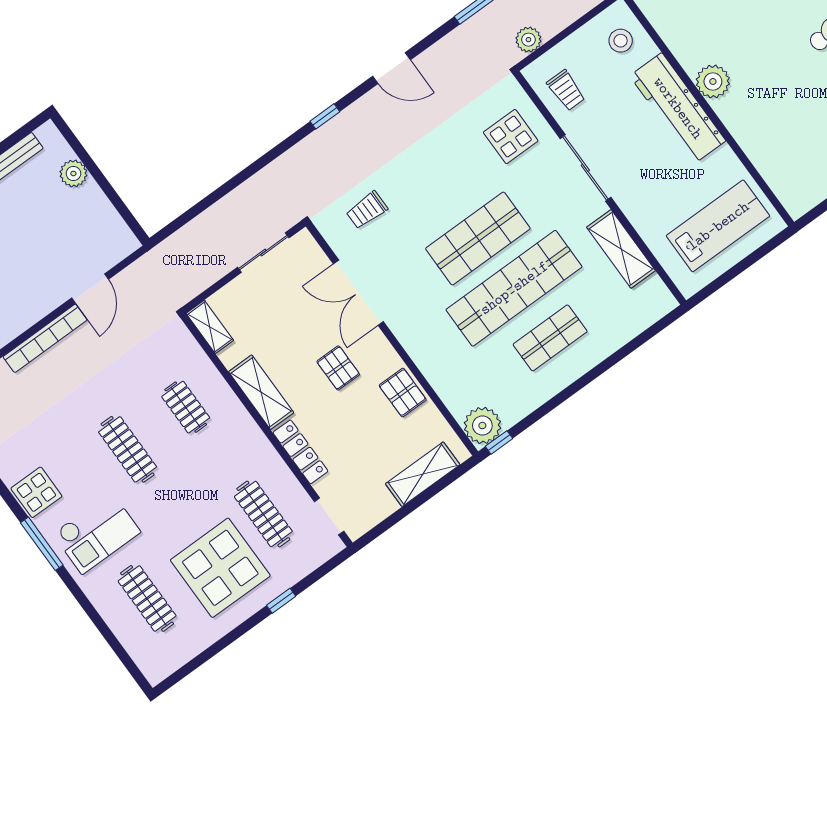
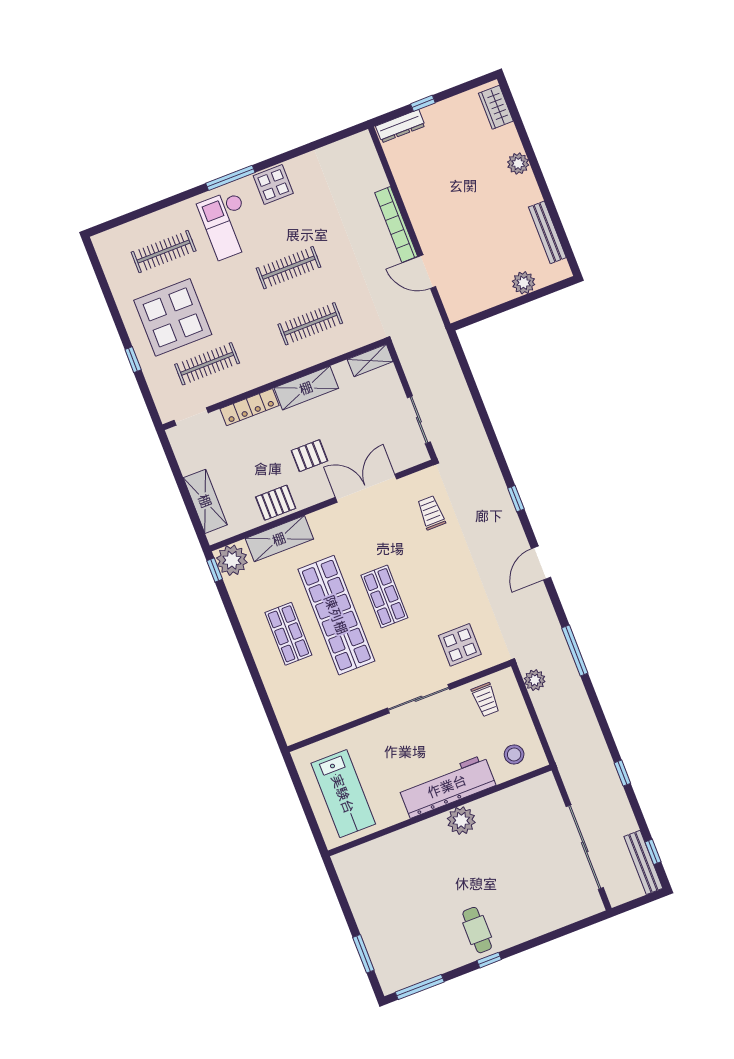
trolley: (566, 90) -> (486, 700), turned -90
shop shelf: (478, 239) -> (384, 597), width x0.70, depth x0.74
shelving: (621, 249) -> (279, 539), moved
clothes rail: (186, 407) -> (310, 324), width x1.36

